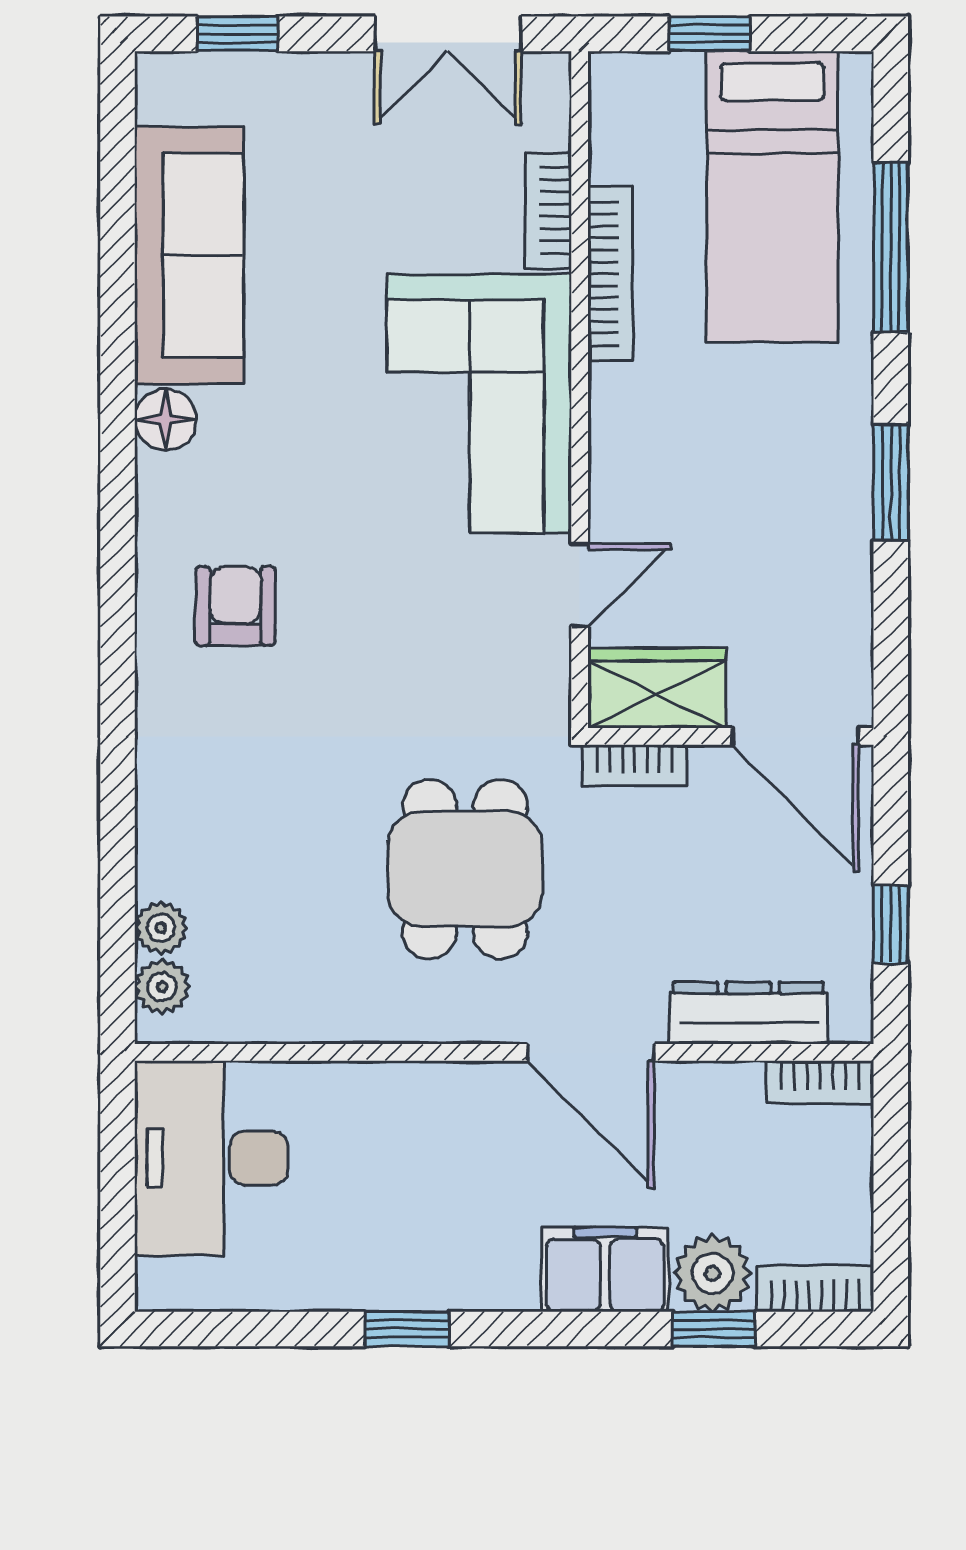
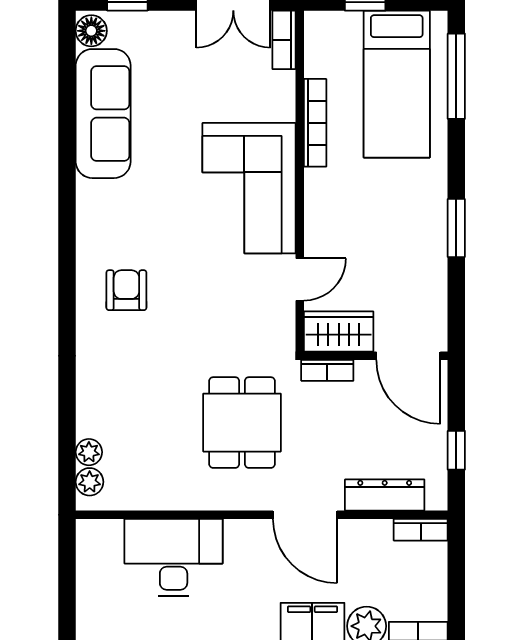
bookcase: (548, 210) -> (284, 40), moved
window: (891, 248) -> (456, 76), moved
floor lamp: (166, 420) -> (91, 31), moved
desk: (211, 1158) -> (174, 557), moved, turned 90

